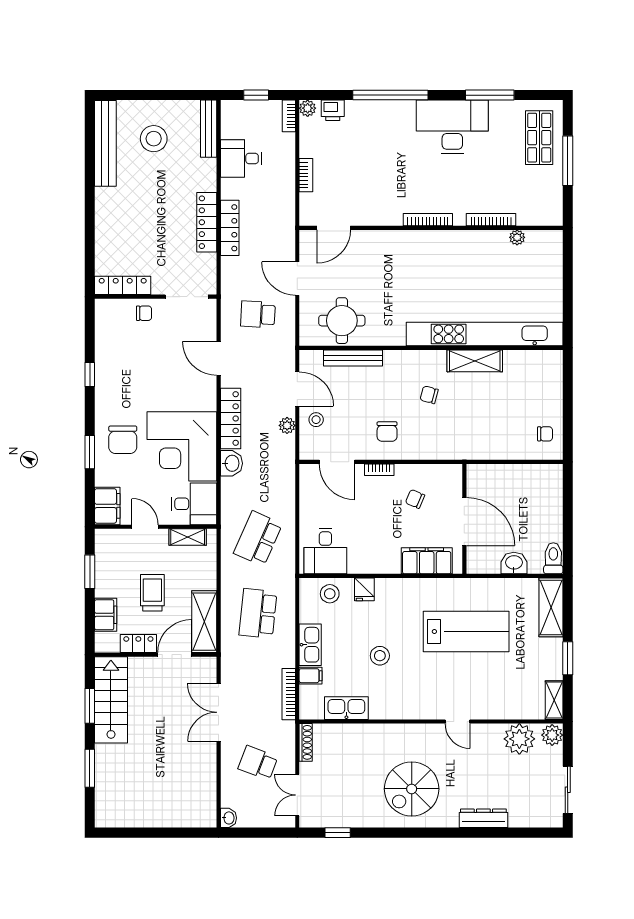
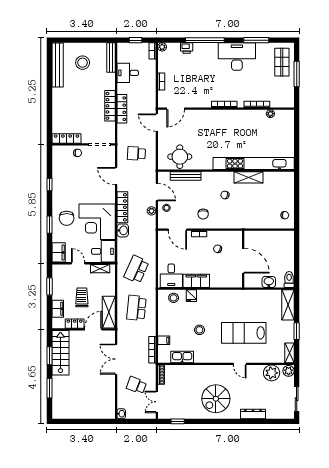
printer: (333, 110) -> (187, 48), moved
door: (297, 279) -> (157, 123), moved
filing cabinet: (427, 561) -> (196, 281), moved
lab bench: (466, 631) -> (244, 333), moved, turned 180
kitchen sink: (310, 645) -> (163, 324), removed

